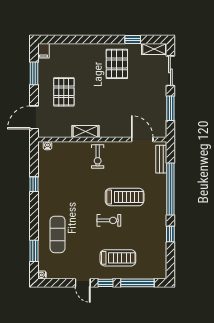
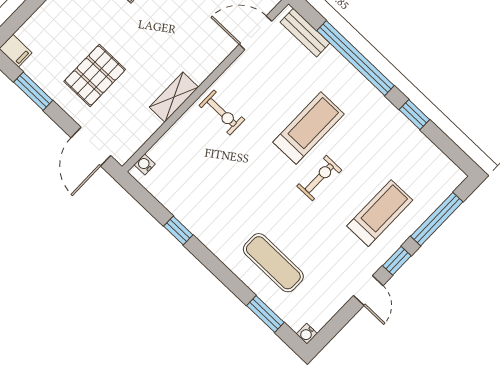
pallet: (64, 92) -> (95, 75), turned 90
door: (83, 283) -> (368, 291), hinge flipped

